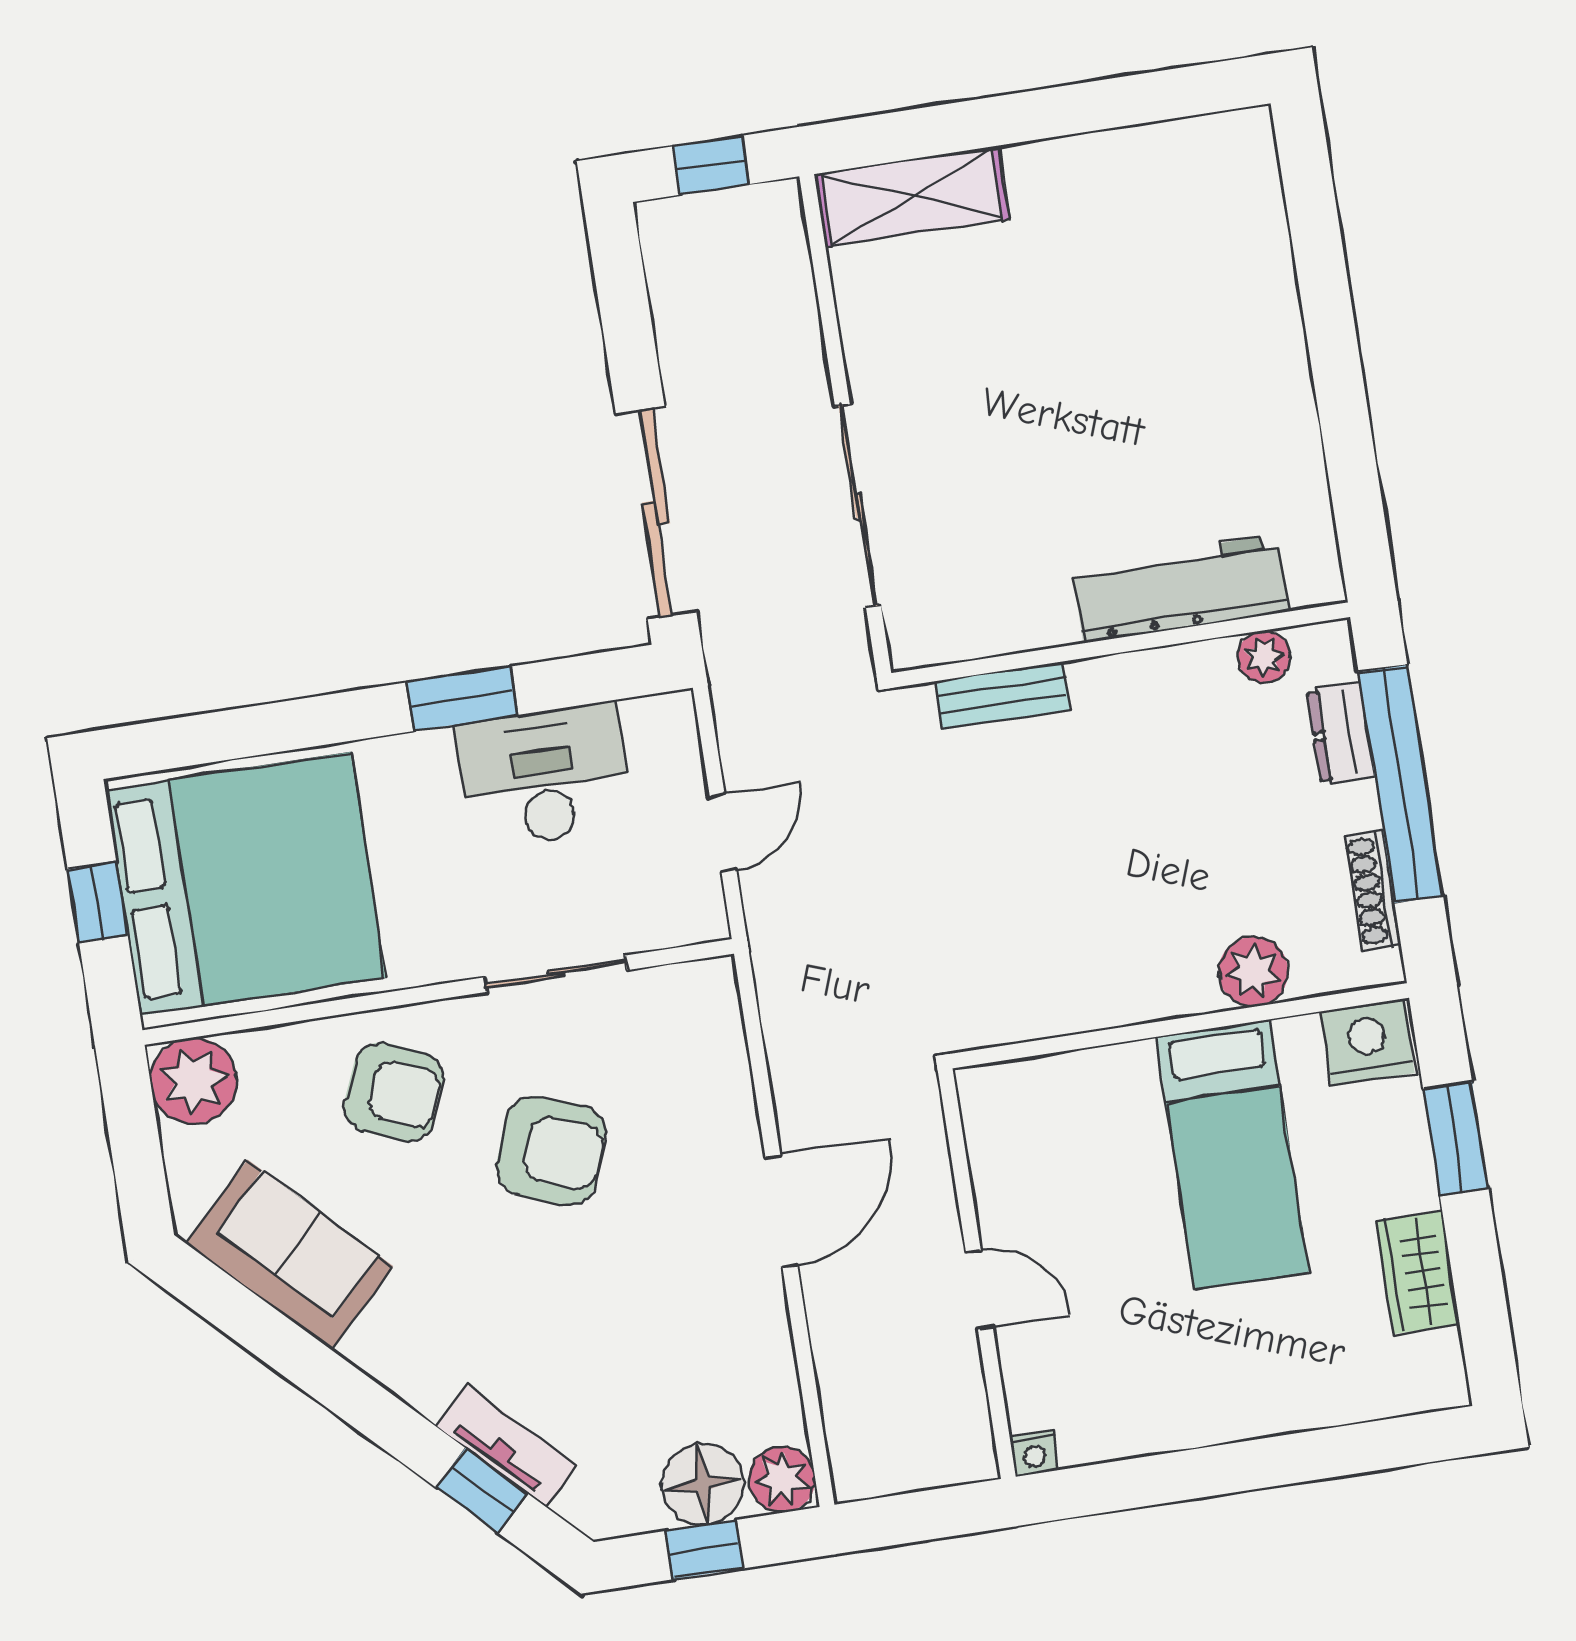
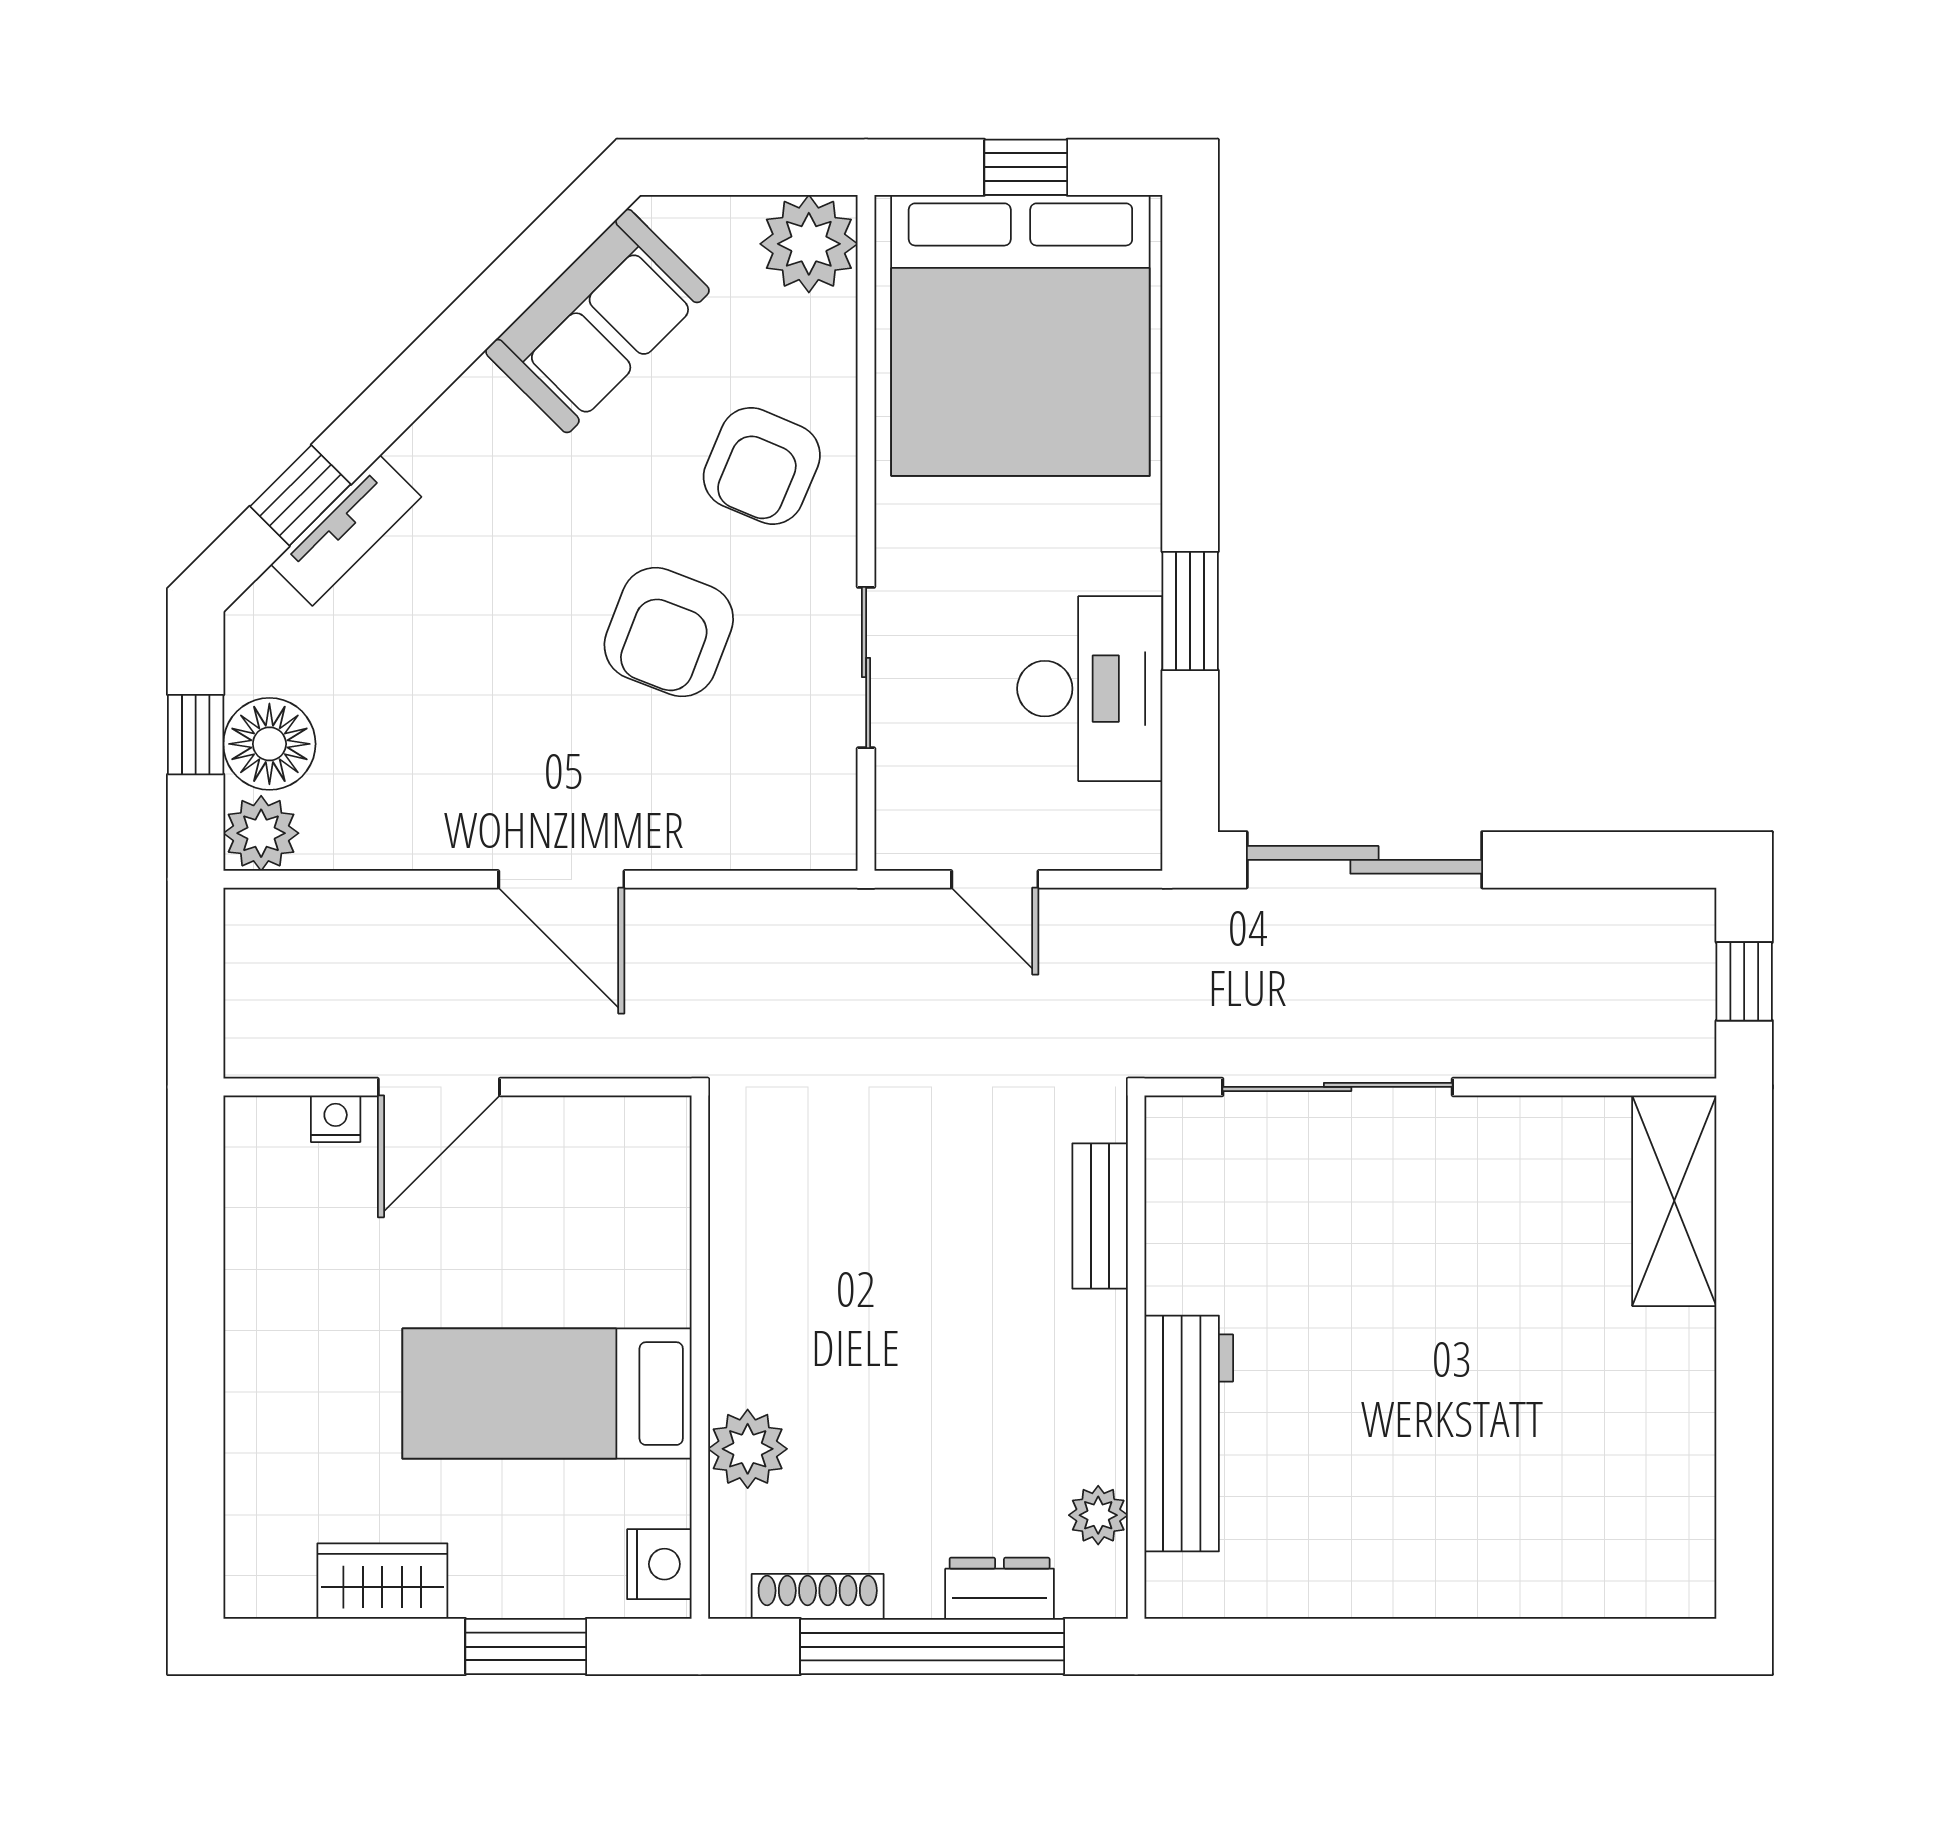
nightstand: (1367, 1042) -> (659, 1564), width x0.74, depth x0.75
door: (979, 1290) -> (439, 1087), width x1.38
nightstand: (1034, 1453) -> (336, 1119), moved, turned 90

